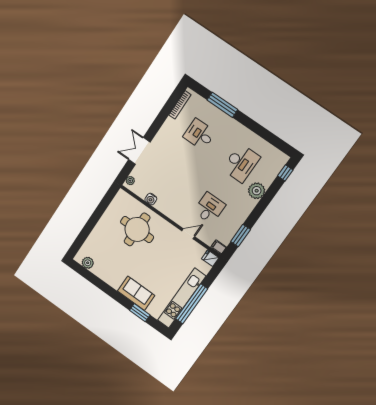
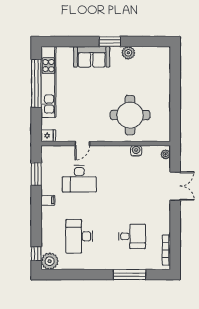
plant: (257, 191) -> (50, 261), moved
desk: (209, 208) -> (79, 179), width x1.37
filing cabinet: (219, 247) -> (48, 200), moved
plant: (88, 263) -> (128, 53), moved
window: (140, 313) -> (110, 42), moved

